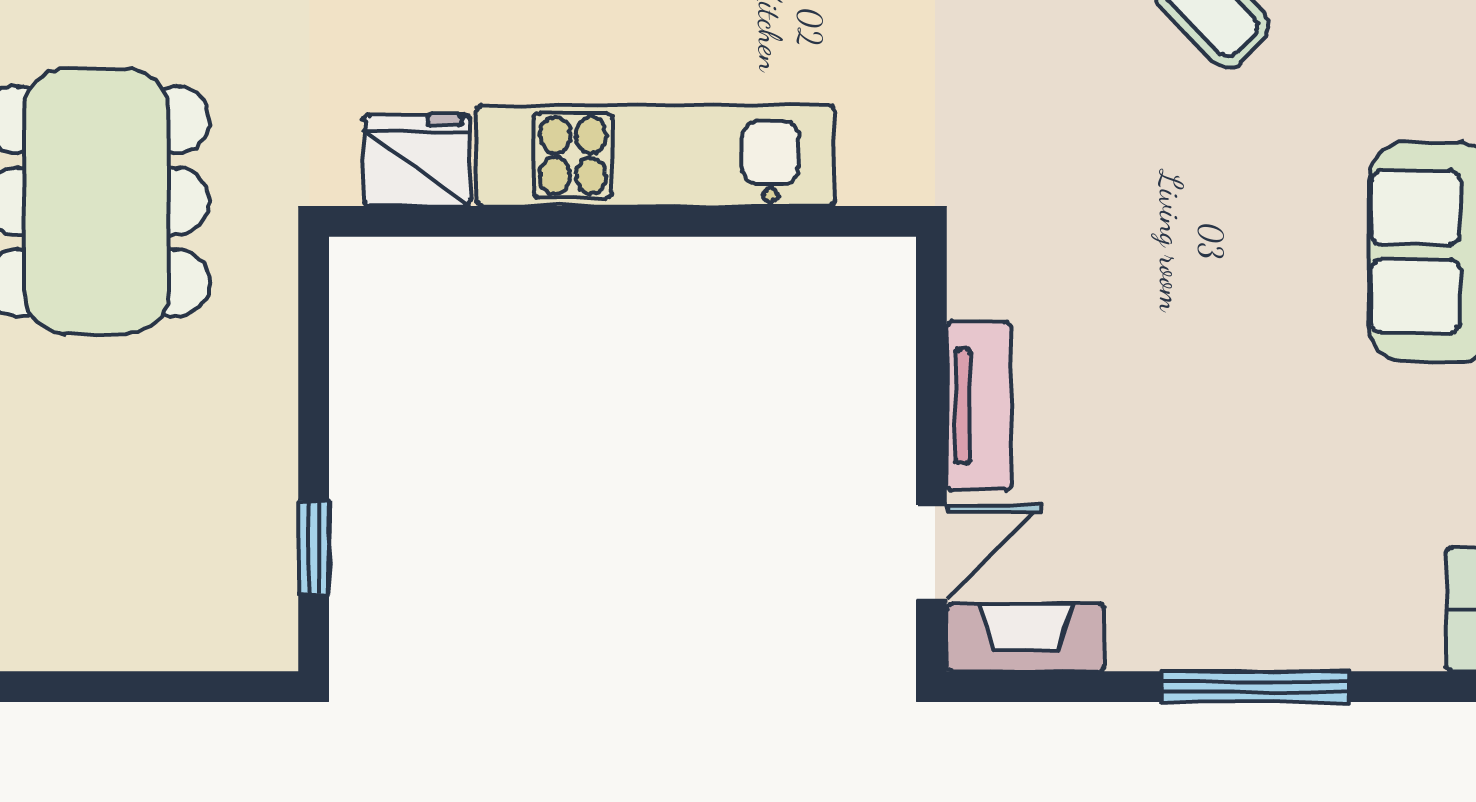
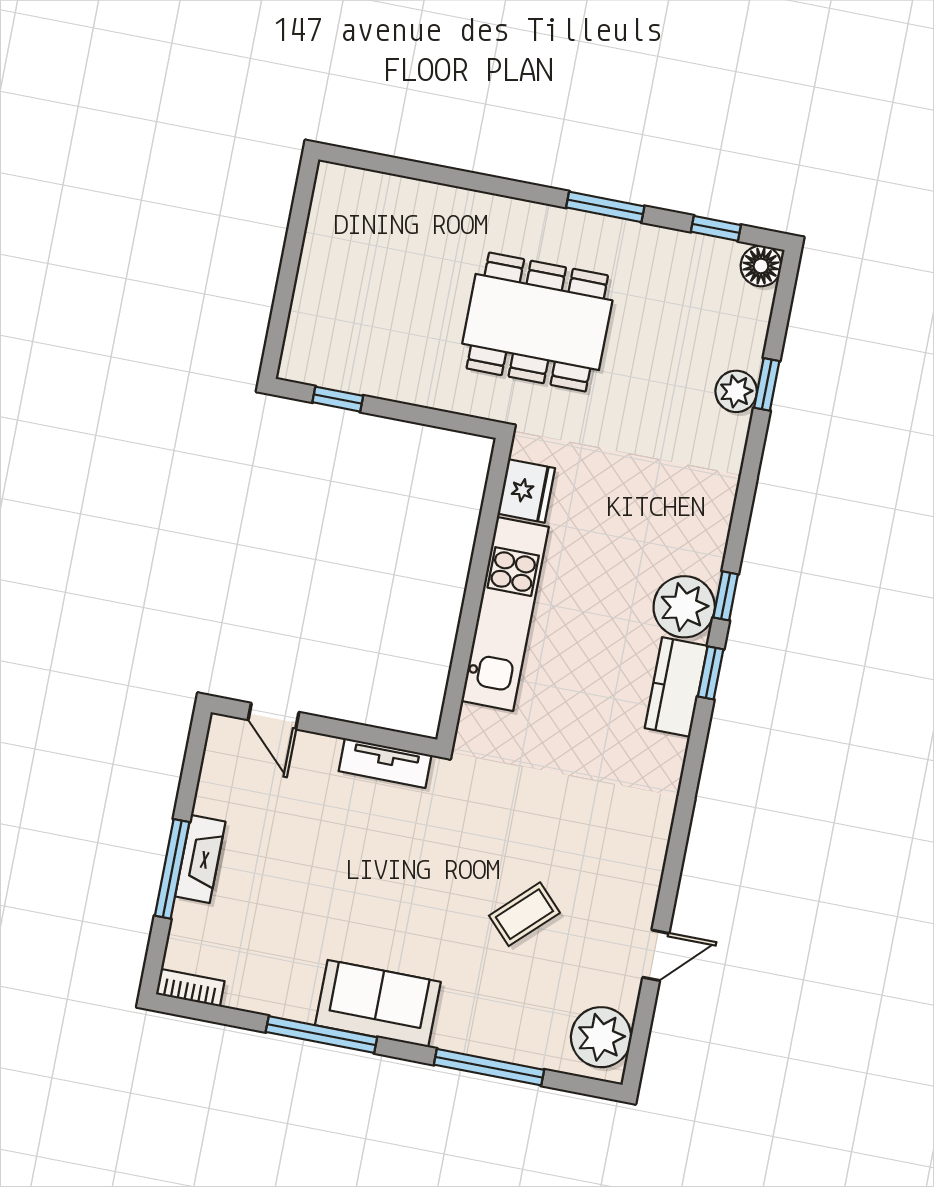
tv unit: (979, 406) -> (385, 763), moved
fireplace: (1026, 638) -> (200, 859), moved

